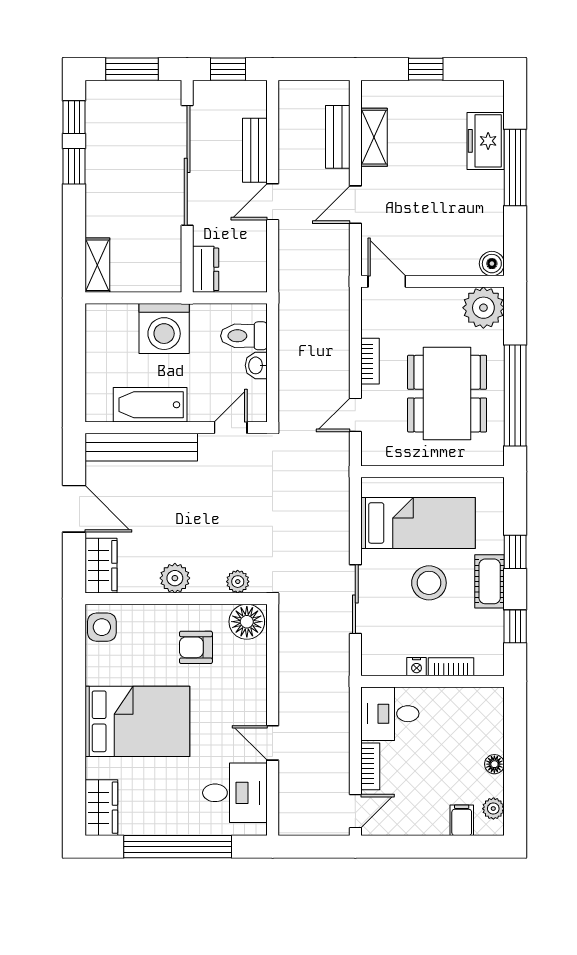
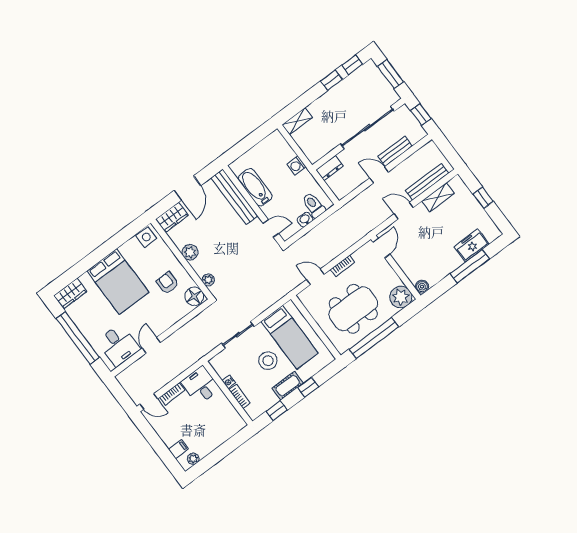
bench: (338, 137) -> (427, 182), width x1.36
washing machine: (164, 329) -> (296, 165), width x0.53, depth x0.53
floor lamp: (494, 764) -> (212, 445), removed

